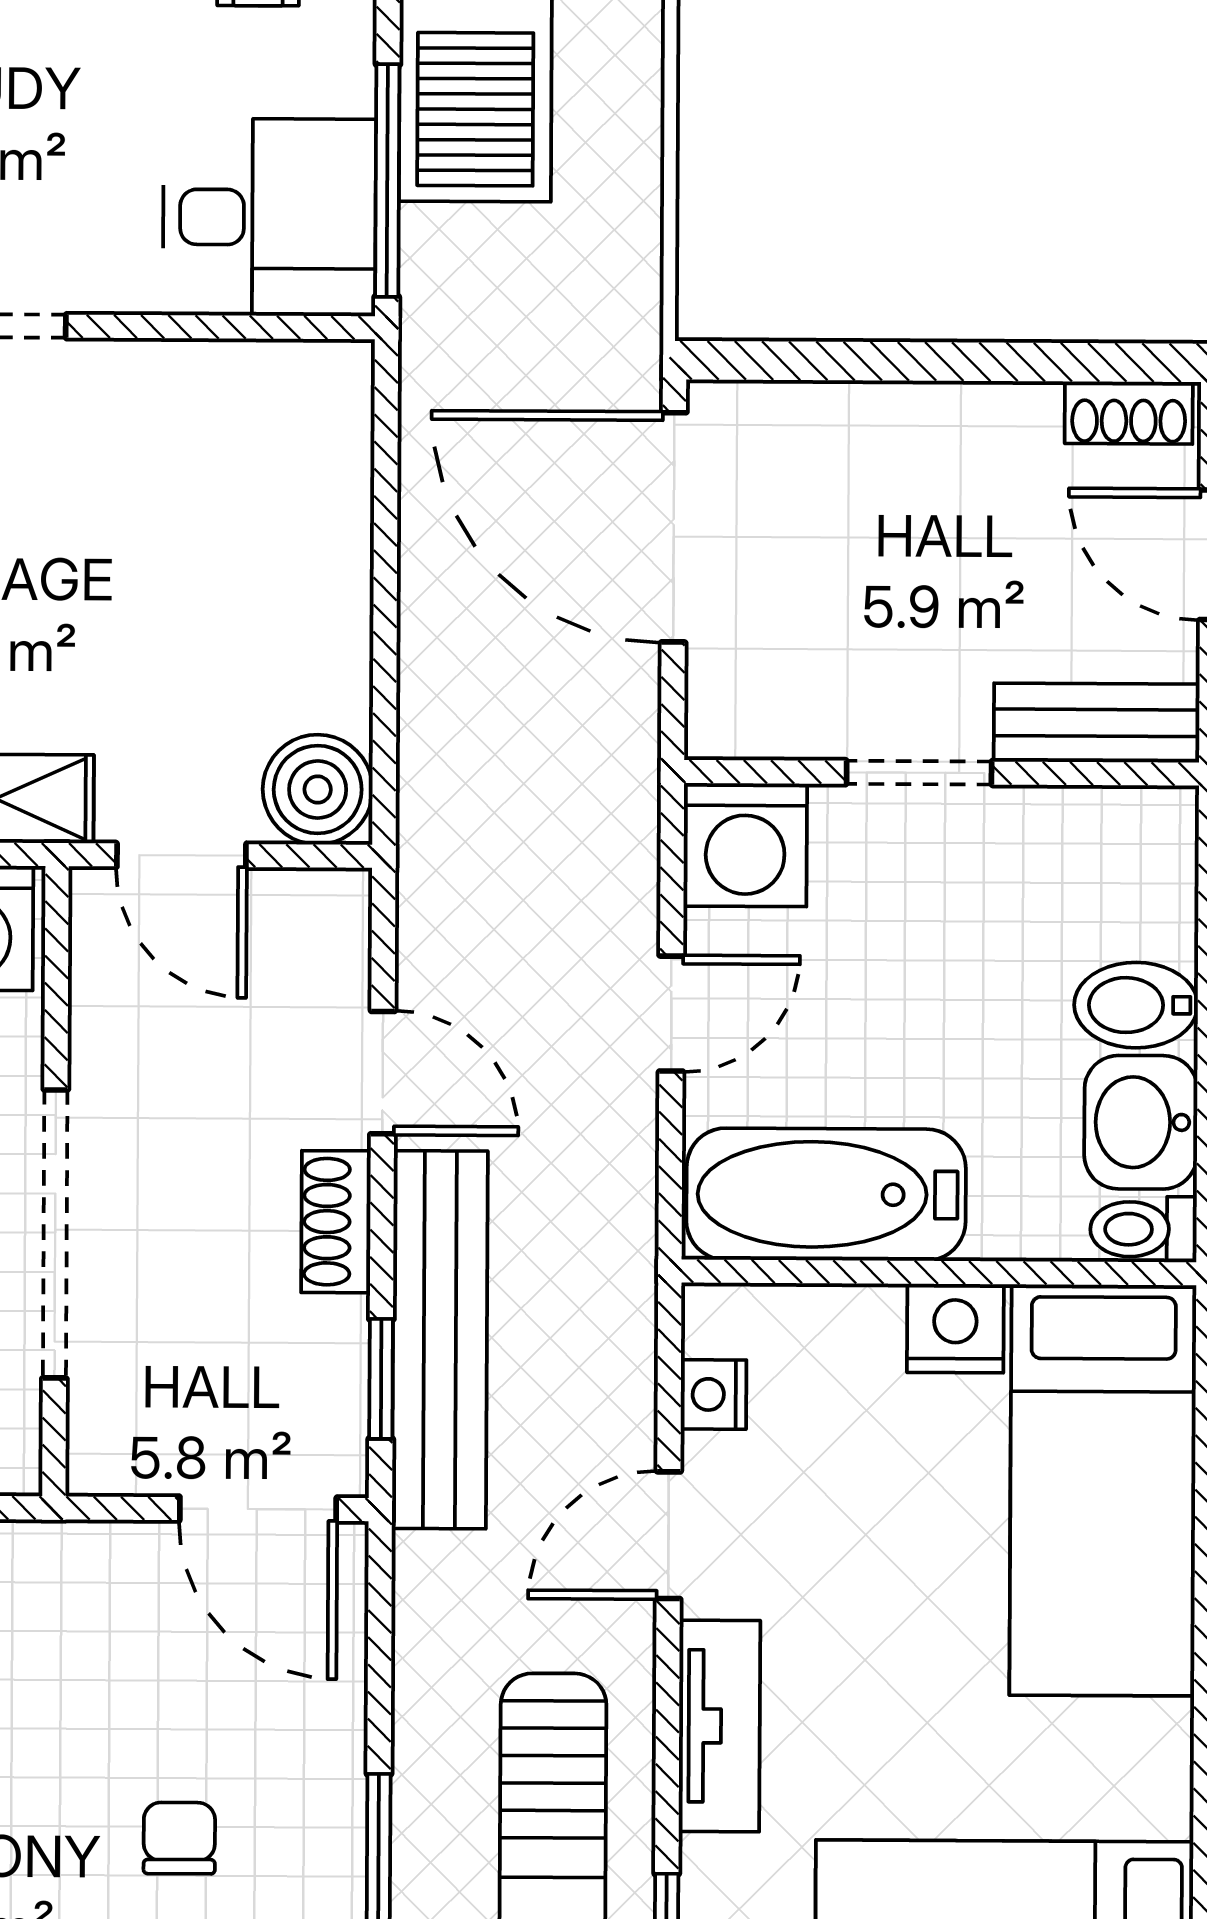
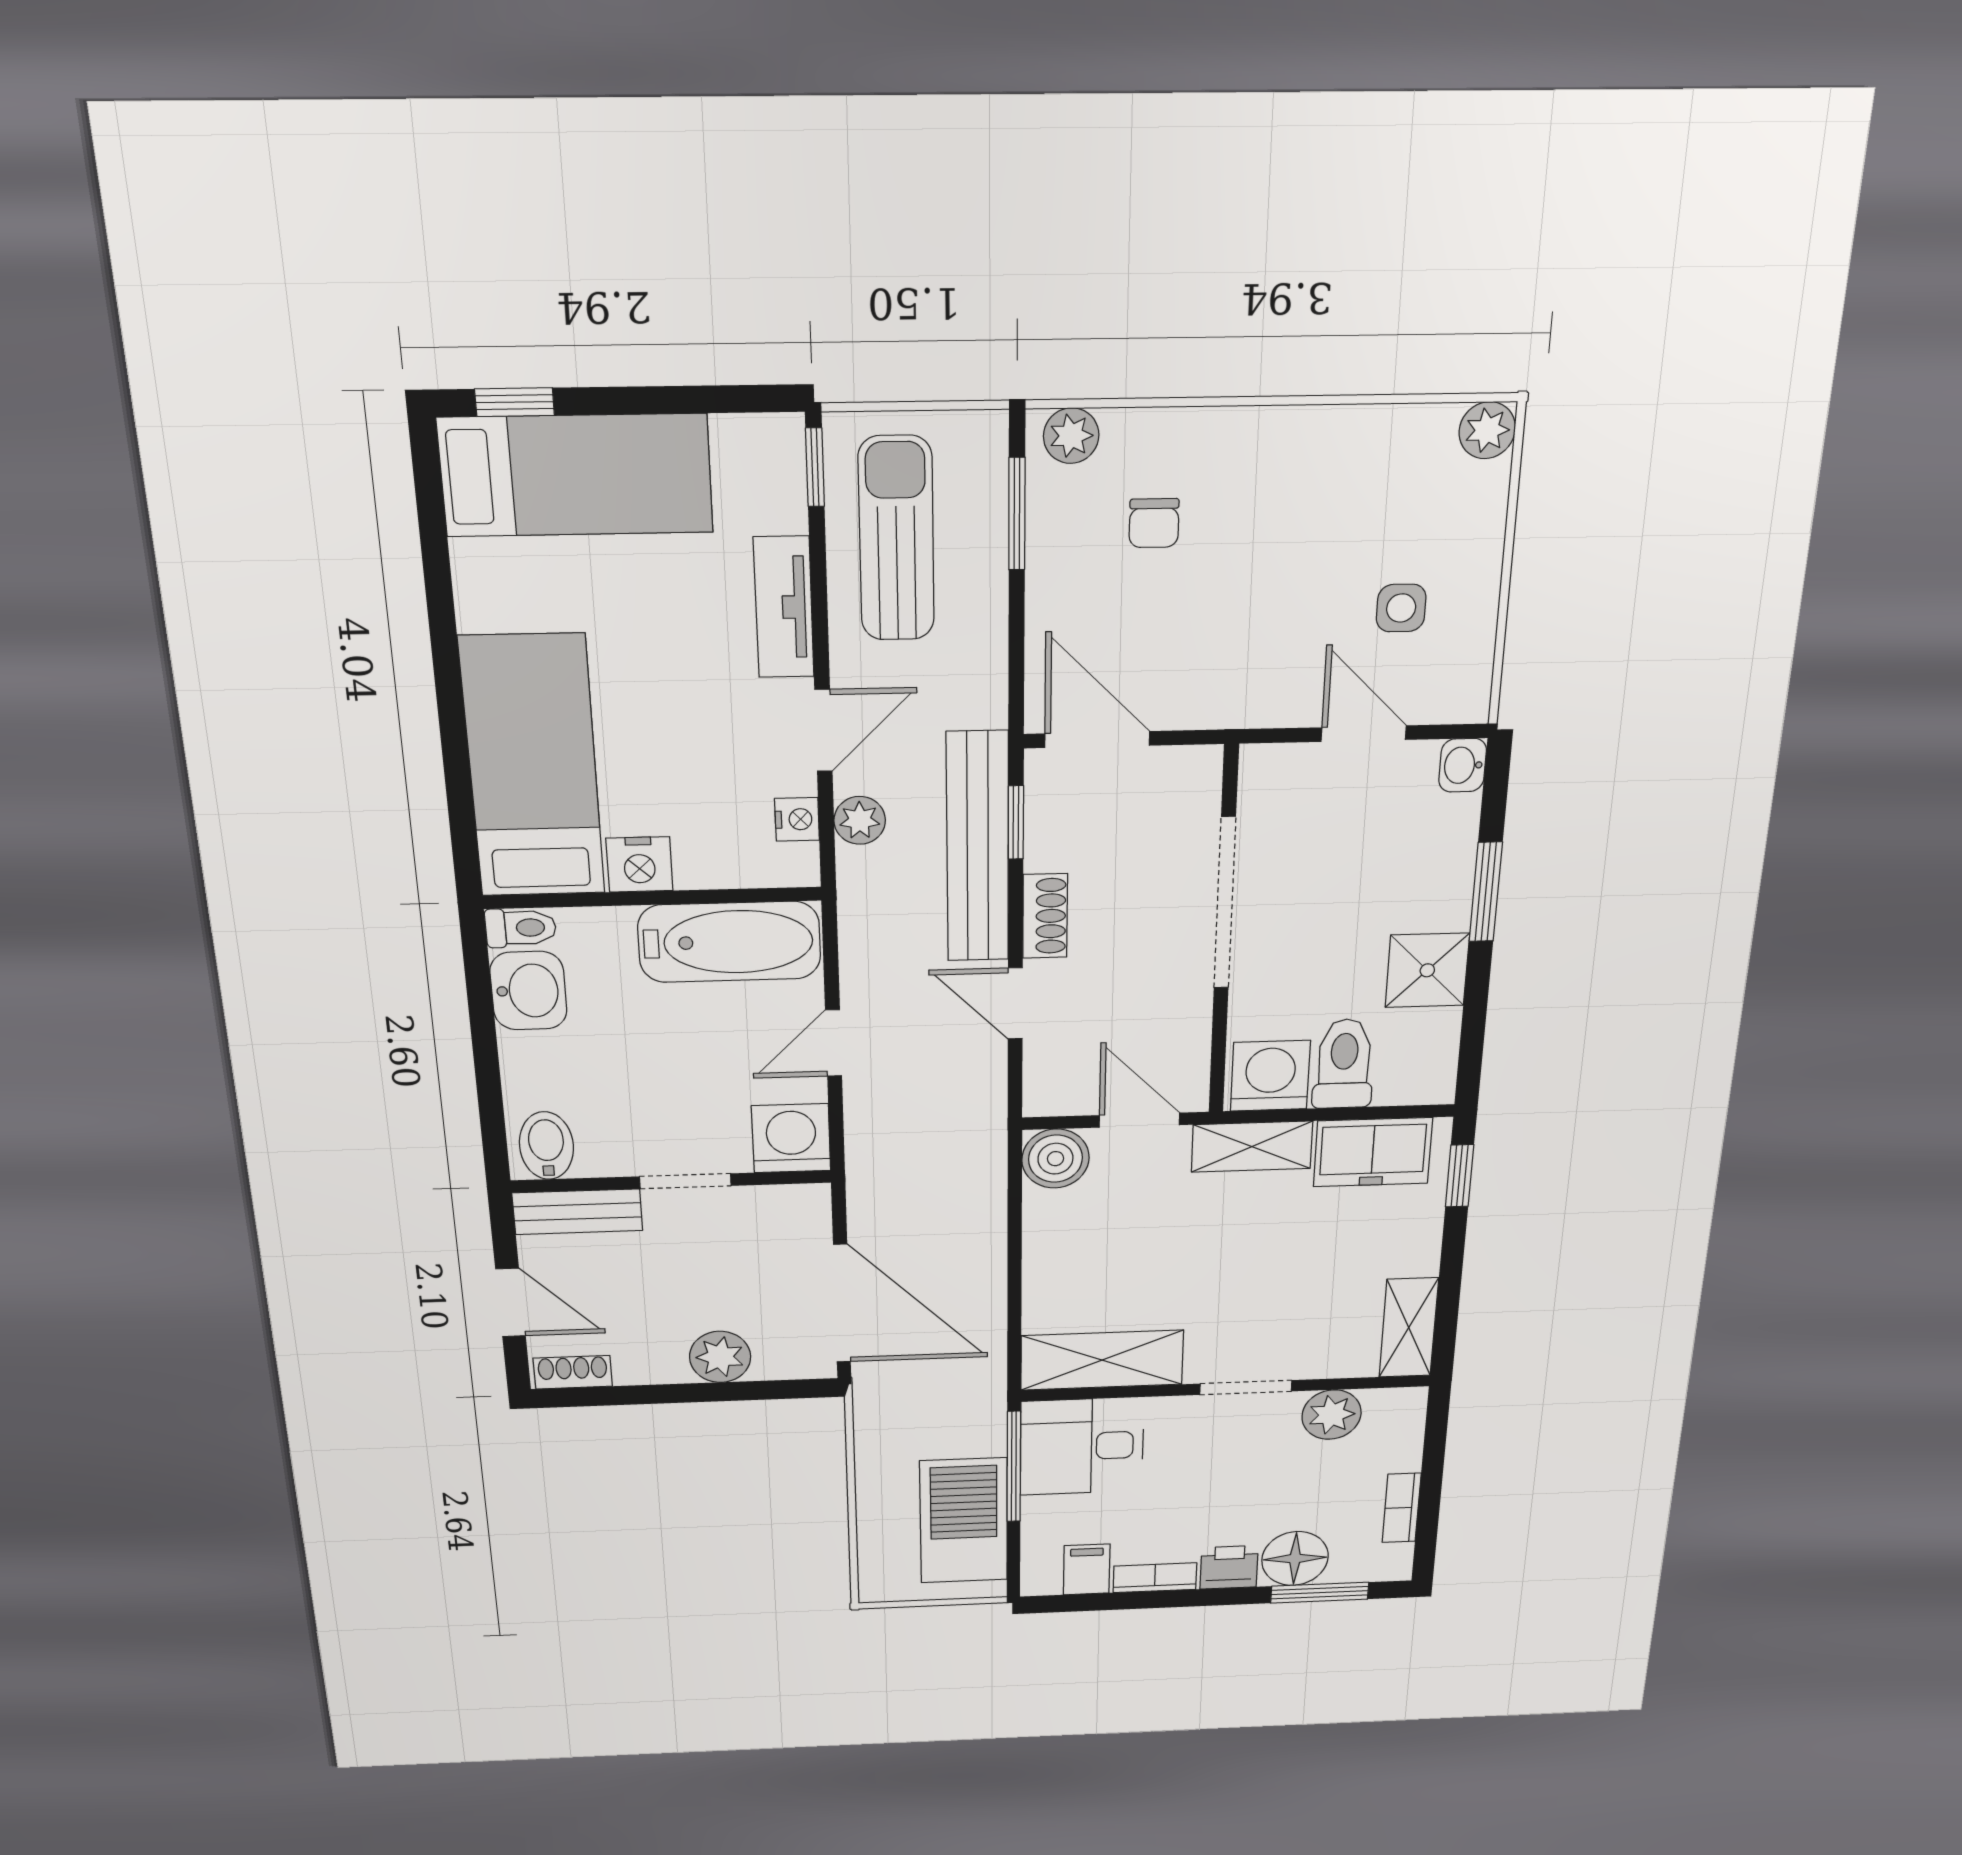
shelving: (237, 394) -> (1102, 1360), added
plant: (881, 432) -> (720, 1357), added
bidet: (1136, 1005) -> (546, 1146), moved, turned -90
plant: (619, 1390) -> (860, 820), added

